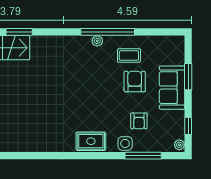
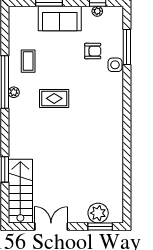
armchair: (135, 82) -> (54, 55), removed
rug: (91, 141) -> (54, 98), moved, turned 90
plant: (179, 145) -> (97, 11), moved

